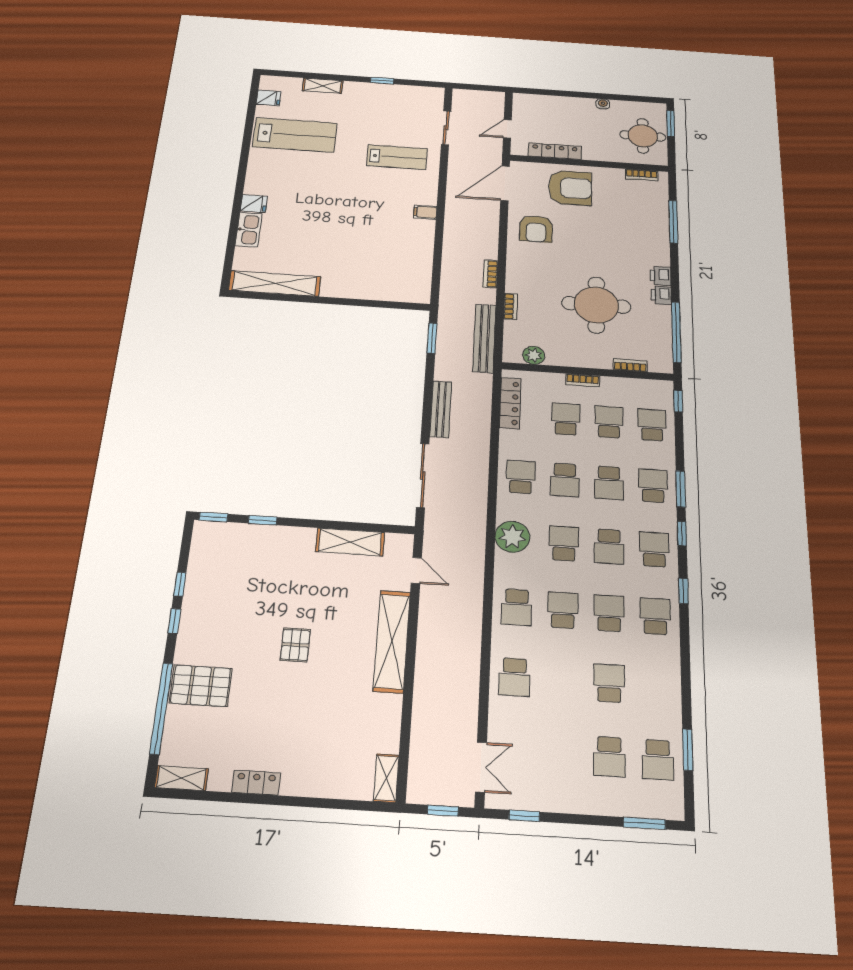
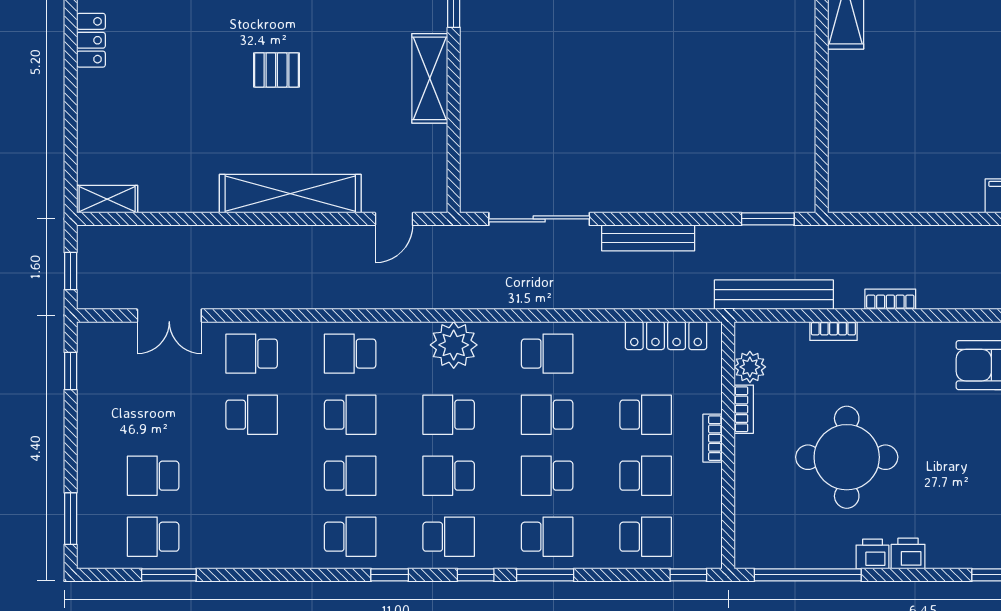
bookcase: (630, 365) -> (744, 409), moved
shelving: (350, 542) -> (430, 78), moved
school desk: (564, 543) -> (449, 415), turned 180
school desk: (609, 683) -> (252, 415), moved
double door: (481, 767) -> (169, 315), moved

